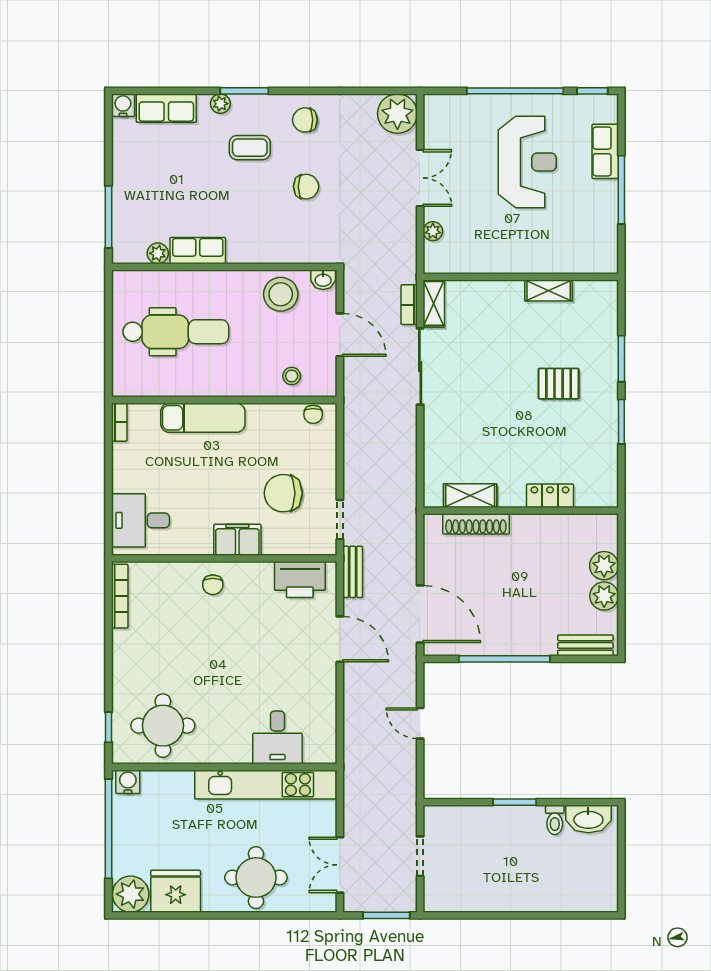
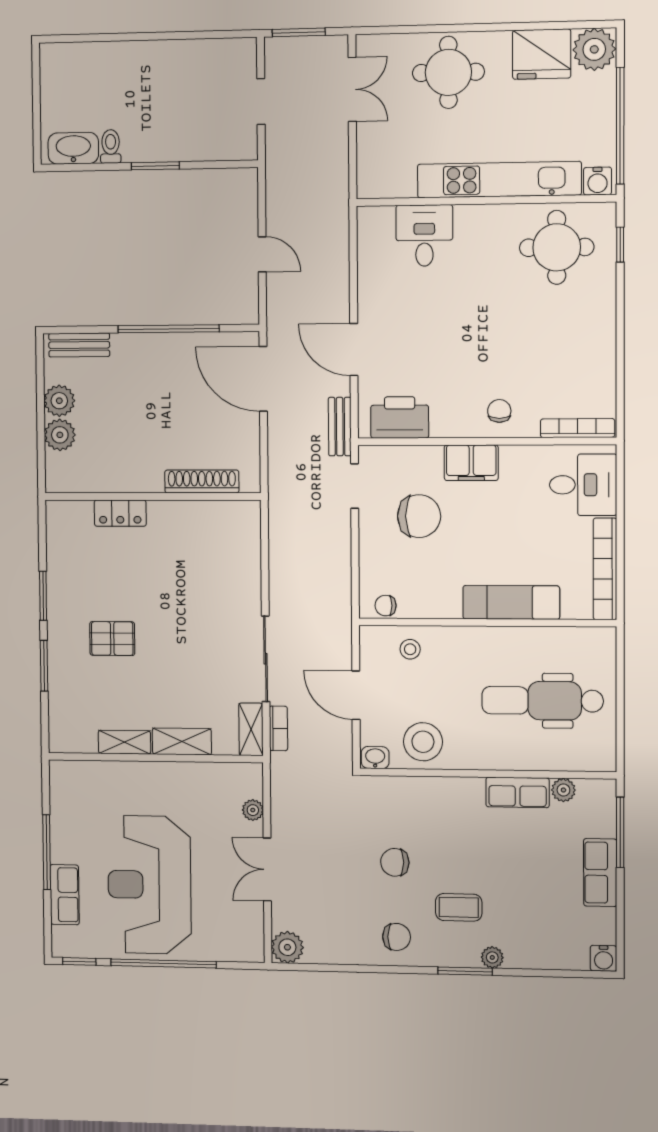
row of seats: (166, 108) -> (600, 873), moved, turned -90
plant: (397, 114) -> (287, 947), width x0.73, depth x0.73
reception desk: (527, 162) -> (149, 885), width x1.36, depth x1.30
chair: (313, 414) -> (386, 606), turned -90
bookcase: (119, 422) -> (605, 569), width x2.31, depth x1.31
shelving: (470, 496) -> (182, 741), moved
bookcase: (120, 596) -> (578, 428), moved, turned 90
kitchen unit: (265, 785) -> (499, 180), moved

